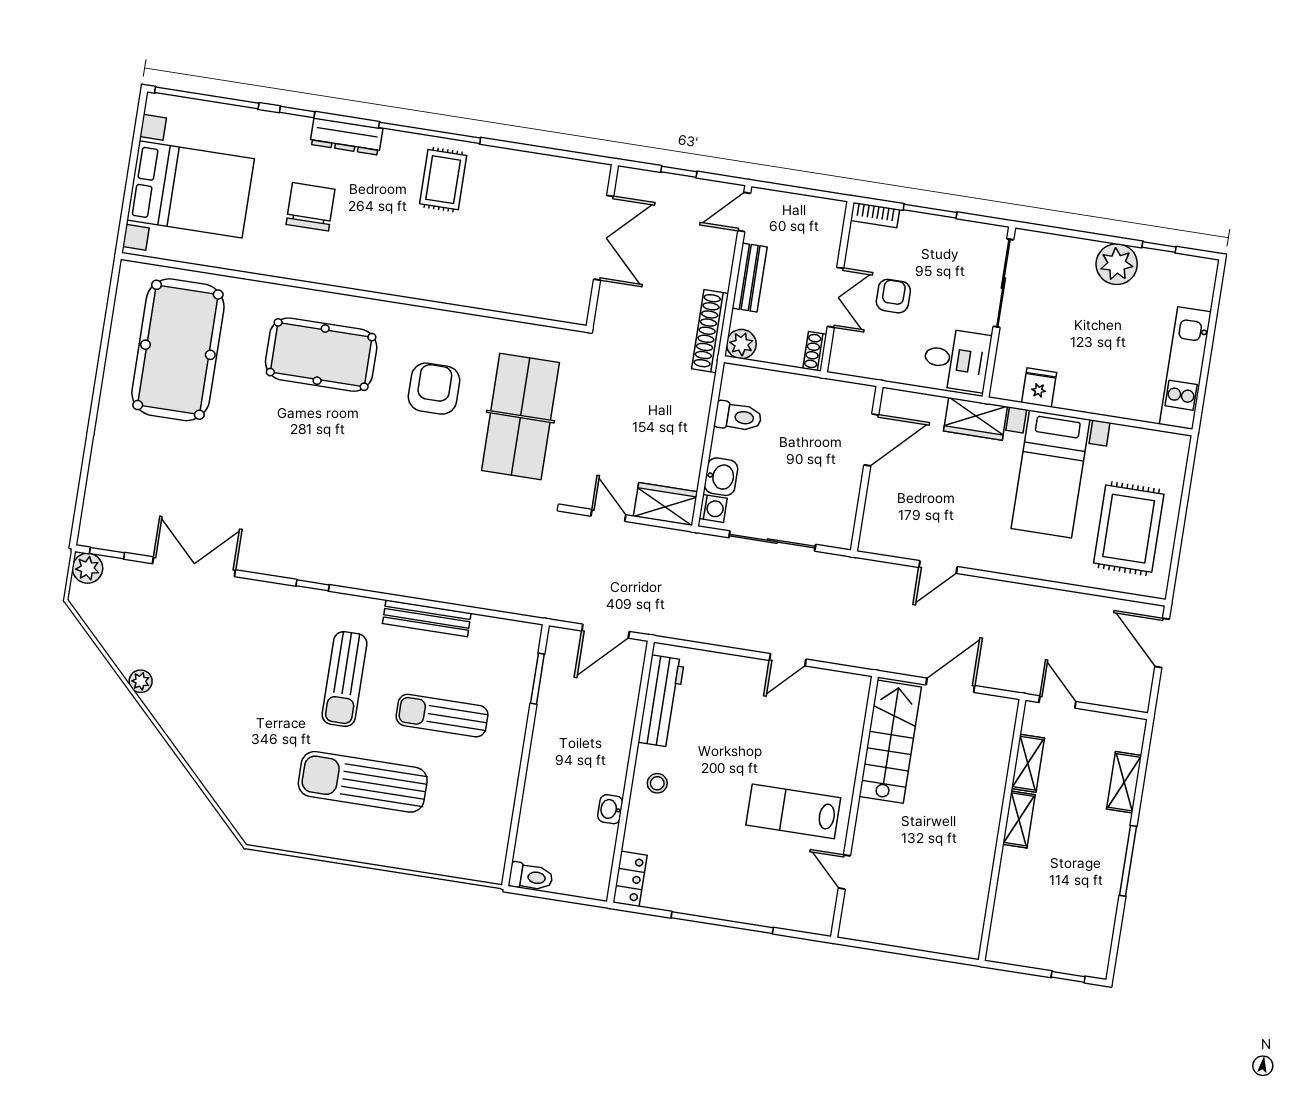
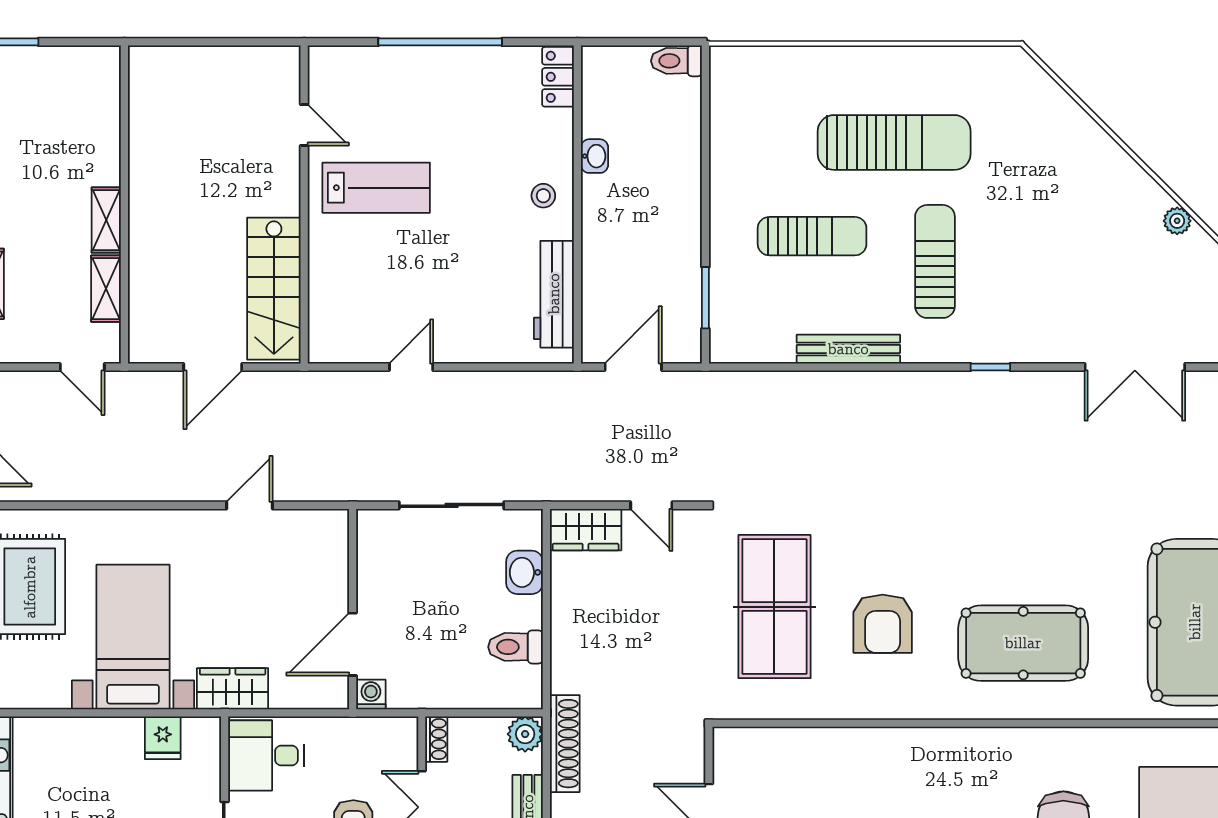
washing machine: (713, 508) -> (371, 695), moved, turned 90

